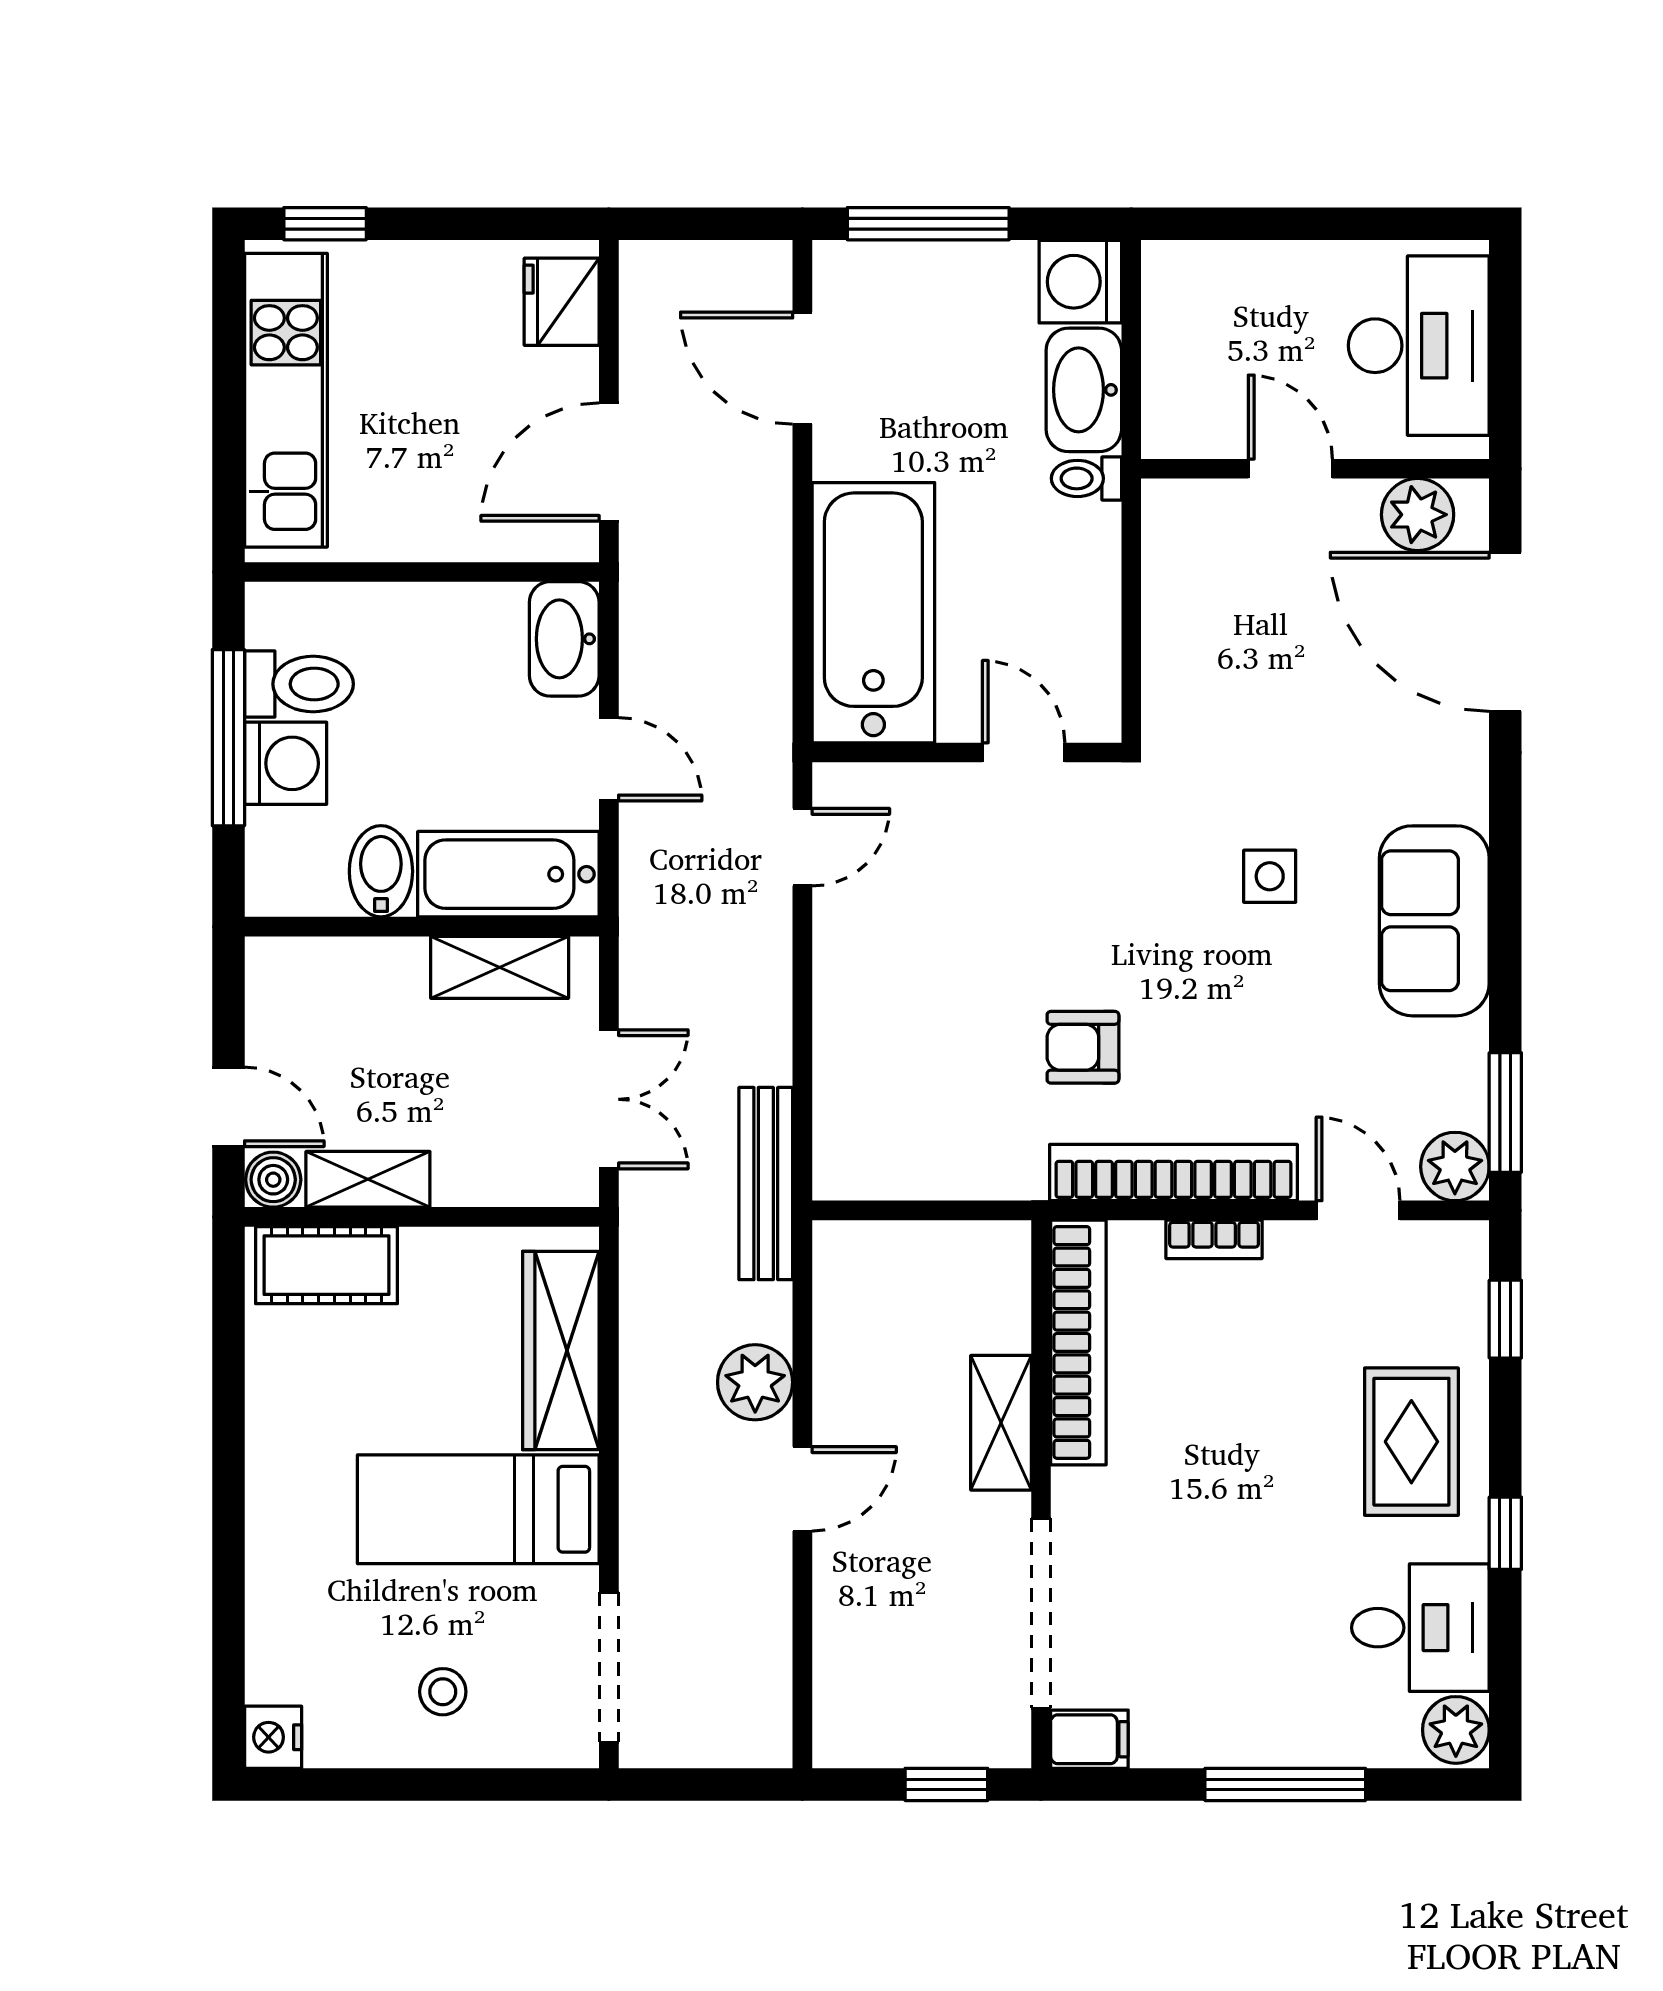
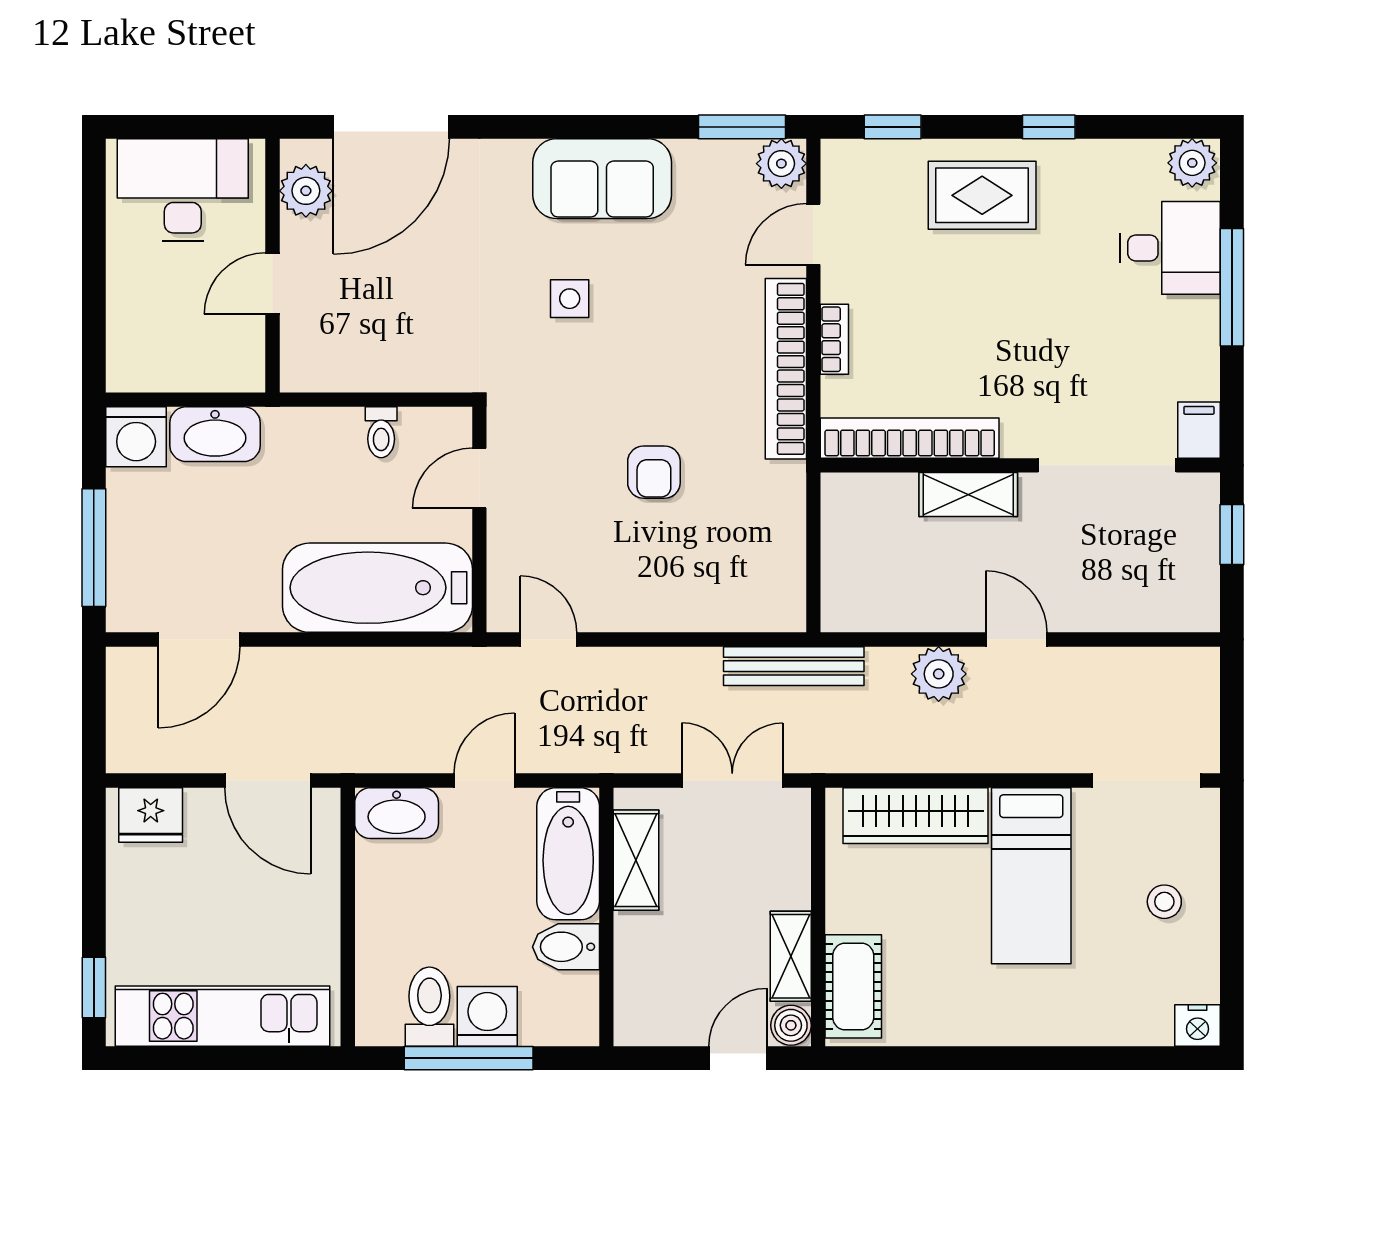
toilet: (1086, 478) -> (381, 432), moved
armchair: (1083, 1047) -> (654, 472), moved
desk: (1420, 1628) -> (1170, 248), moved, turned 90

